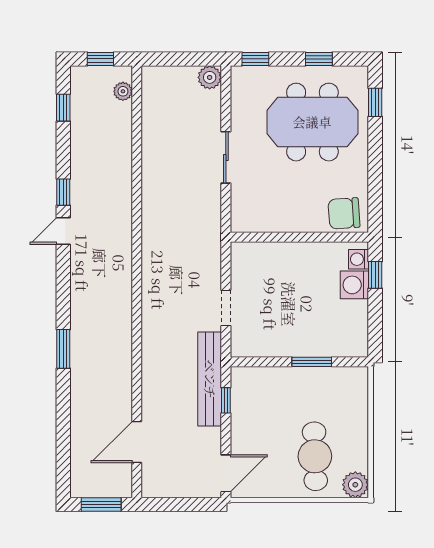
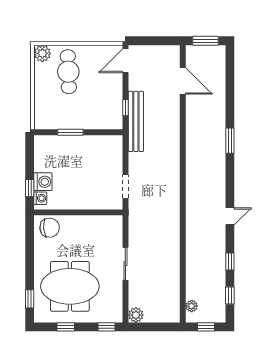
window: (63, 192) -> (230, 262), moved
doorway: (226, 308) -> (125, 186), moved
door: (137, 442) -> (183, 81), hinge flipped

